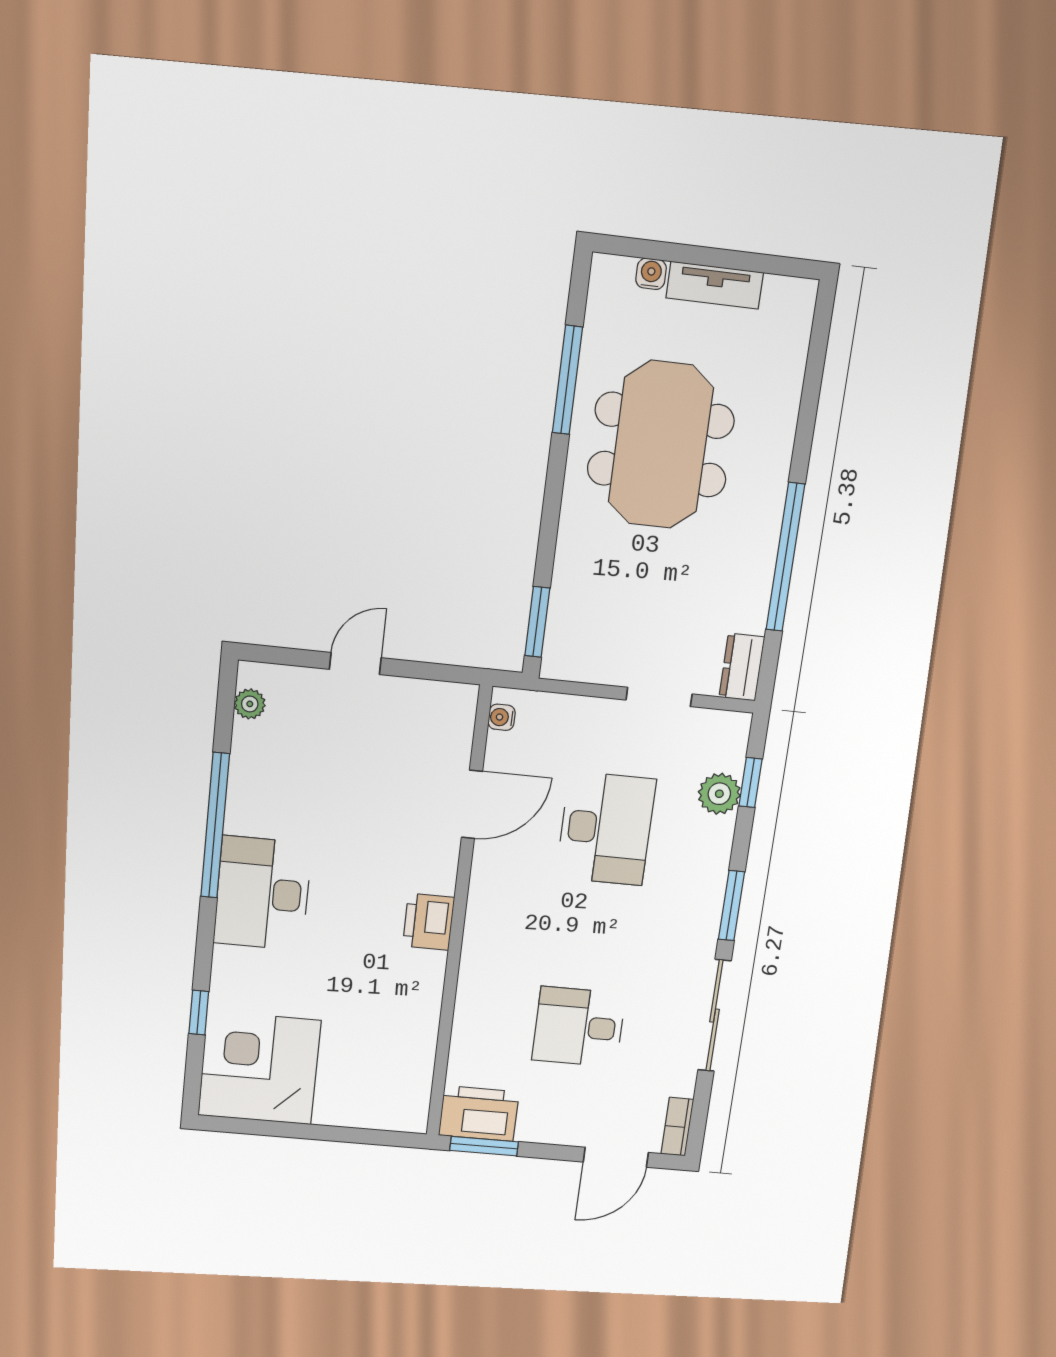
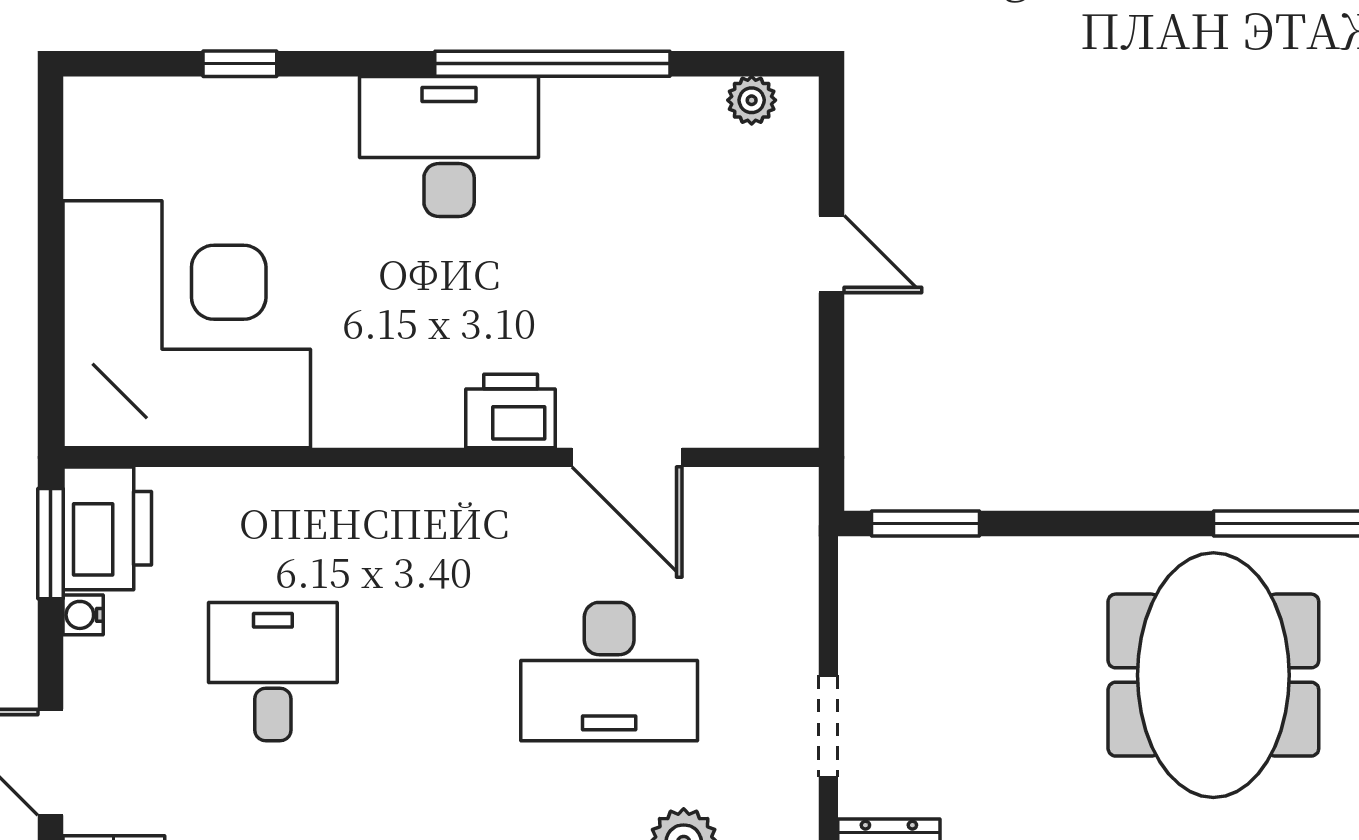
meeting table: (661, 445) -> (1213, 675), turned 90
water cooler: (502, 717) -> (83, 615), moved, turned -90
printer: (429, 922) -> (511, 411), moved
corner desk: (259, 1068) -> (187, 324), moved, width x1.36, depth x1.36

